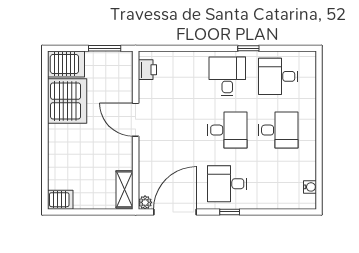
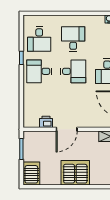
printer: (147, 70) -> (46, 122), moved
server rack: (67, 101) -> (75, 173), moved
desk: (227, 130) -> (73, 71), turned 90

